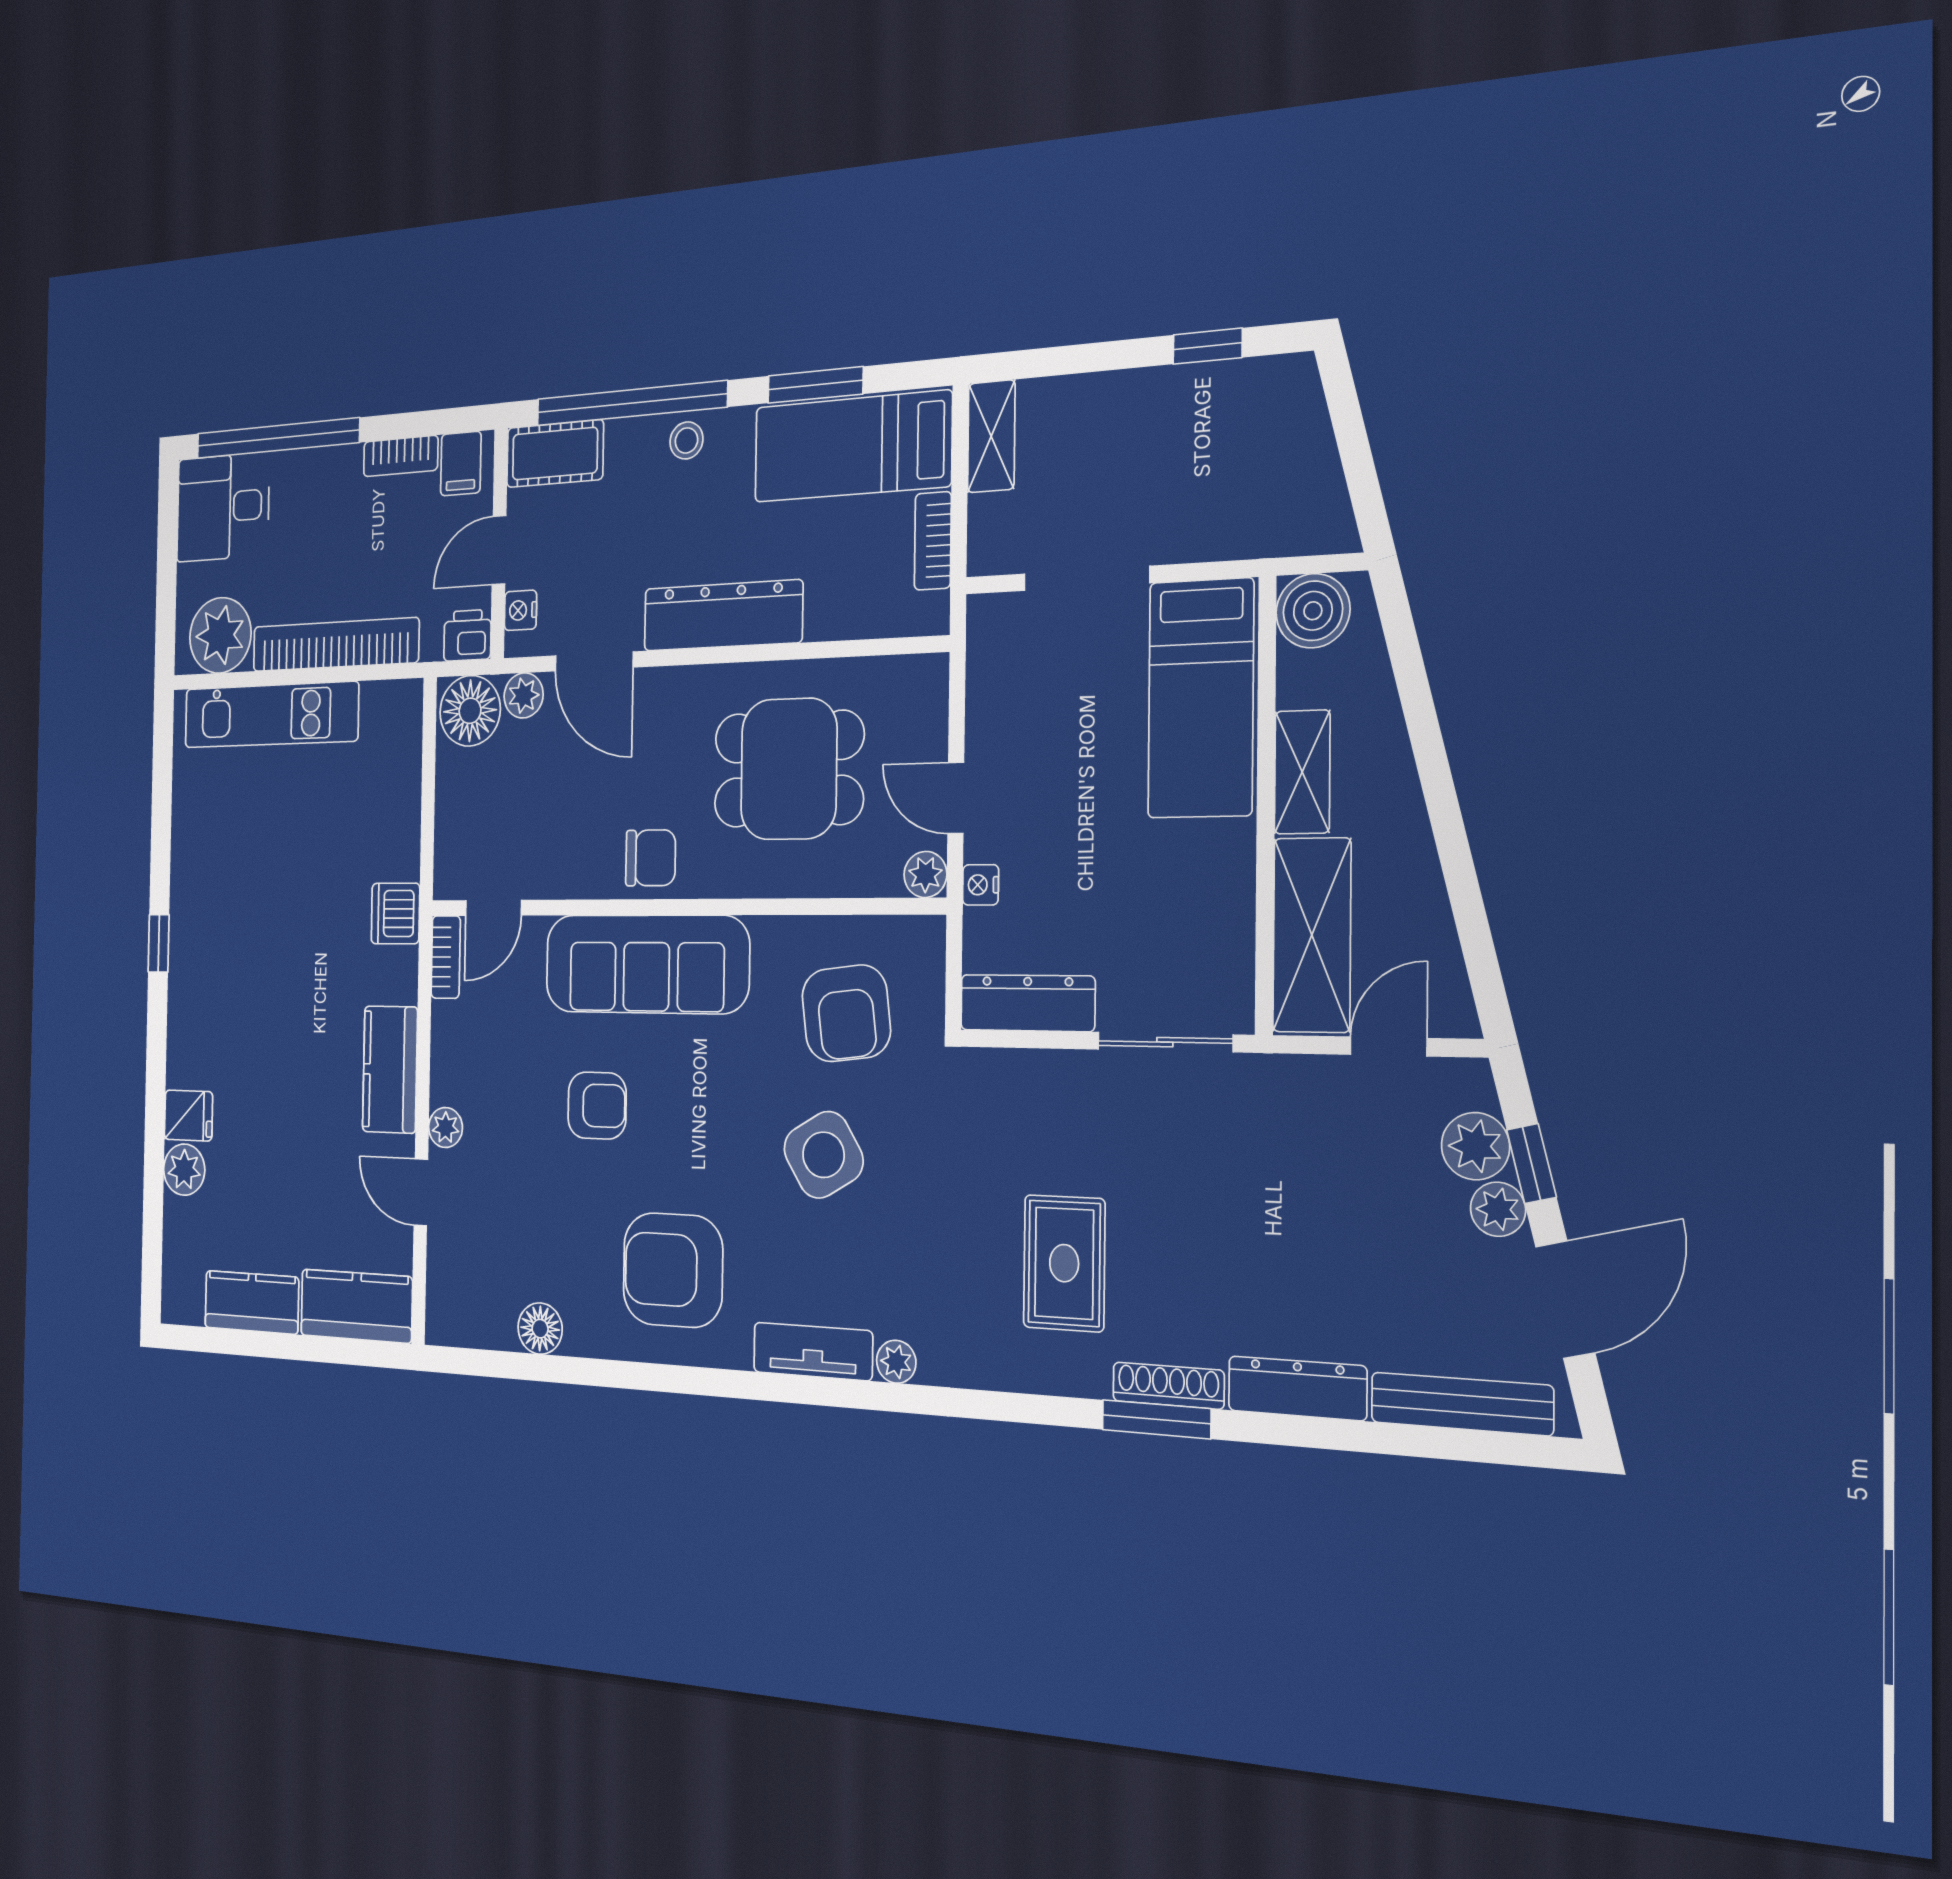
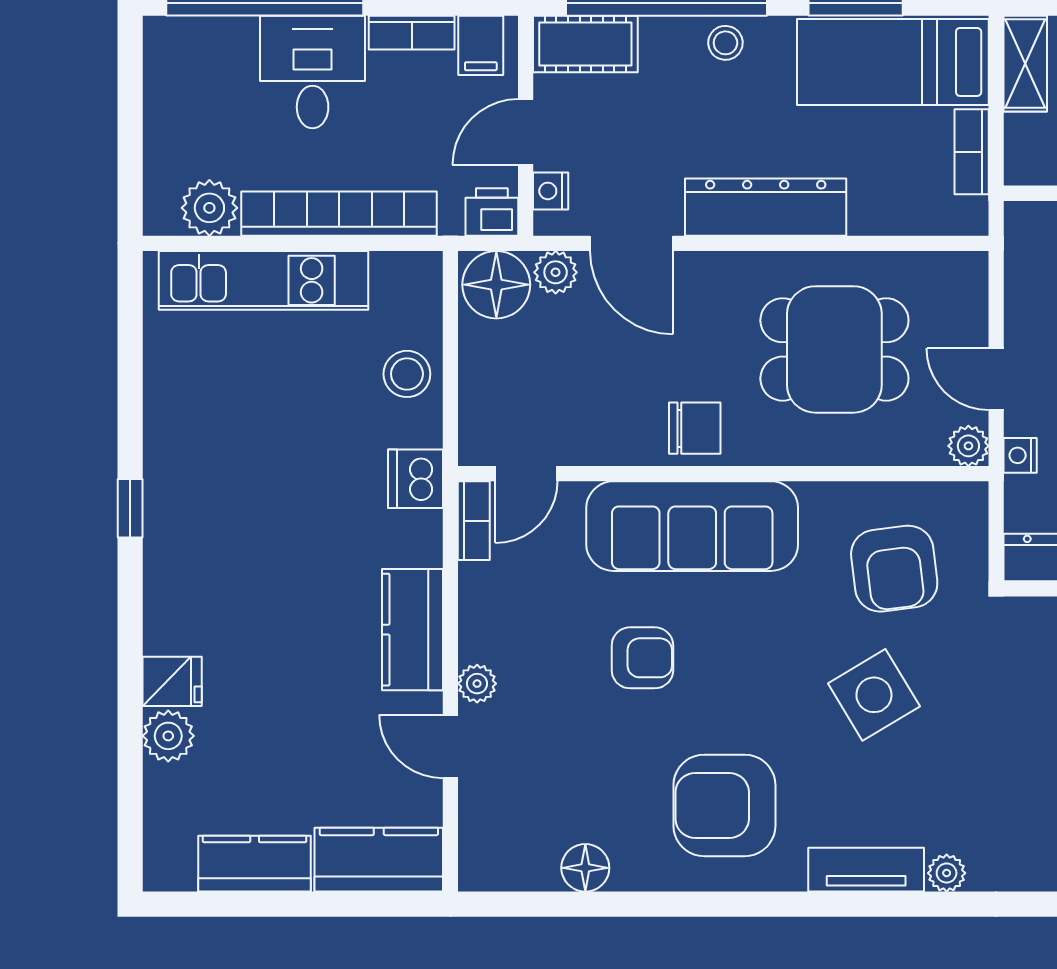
desk: (223, 507) -> (313, 72), moved, turned 90
plant: (220, 635) -> (209, 208), width x0.73, depth x0.73
stool: (390, 806) -> (407, 374), added

